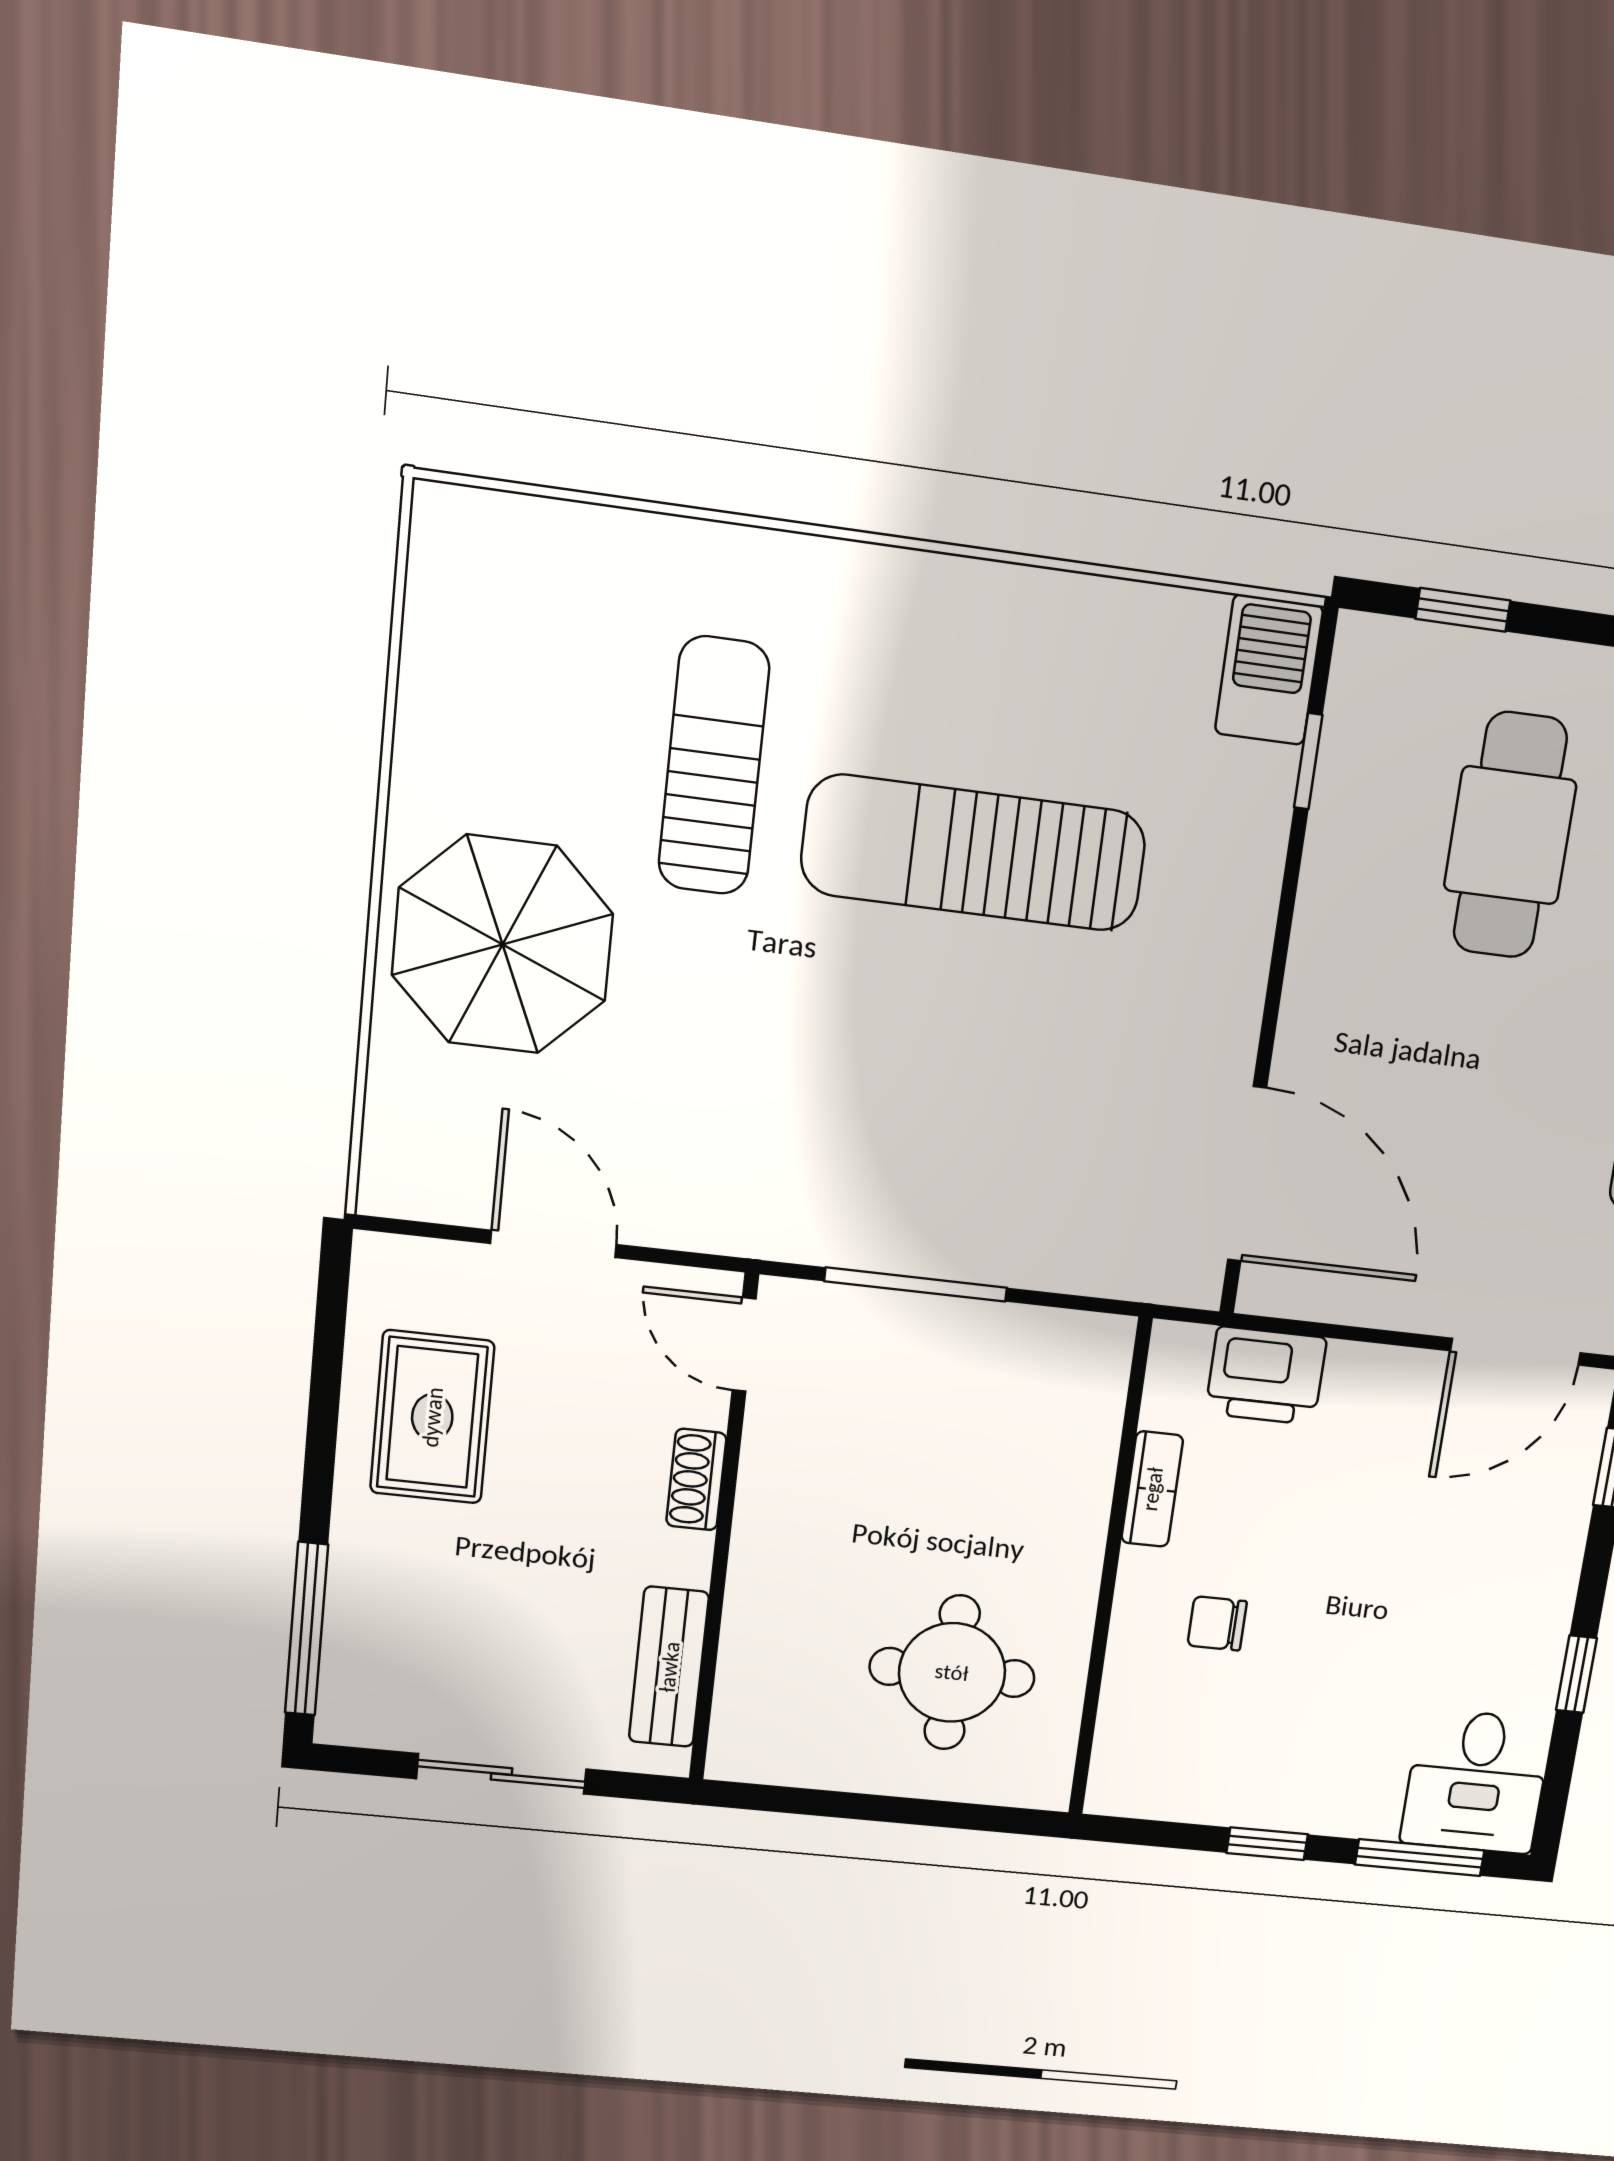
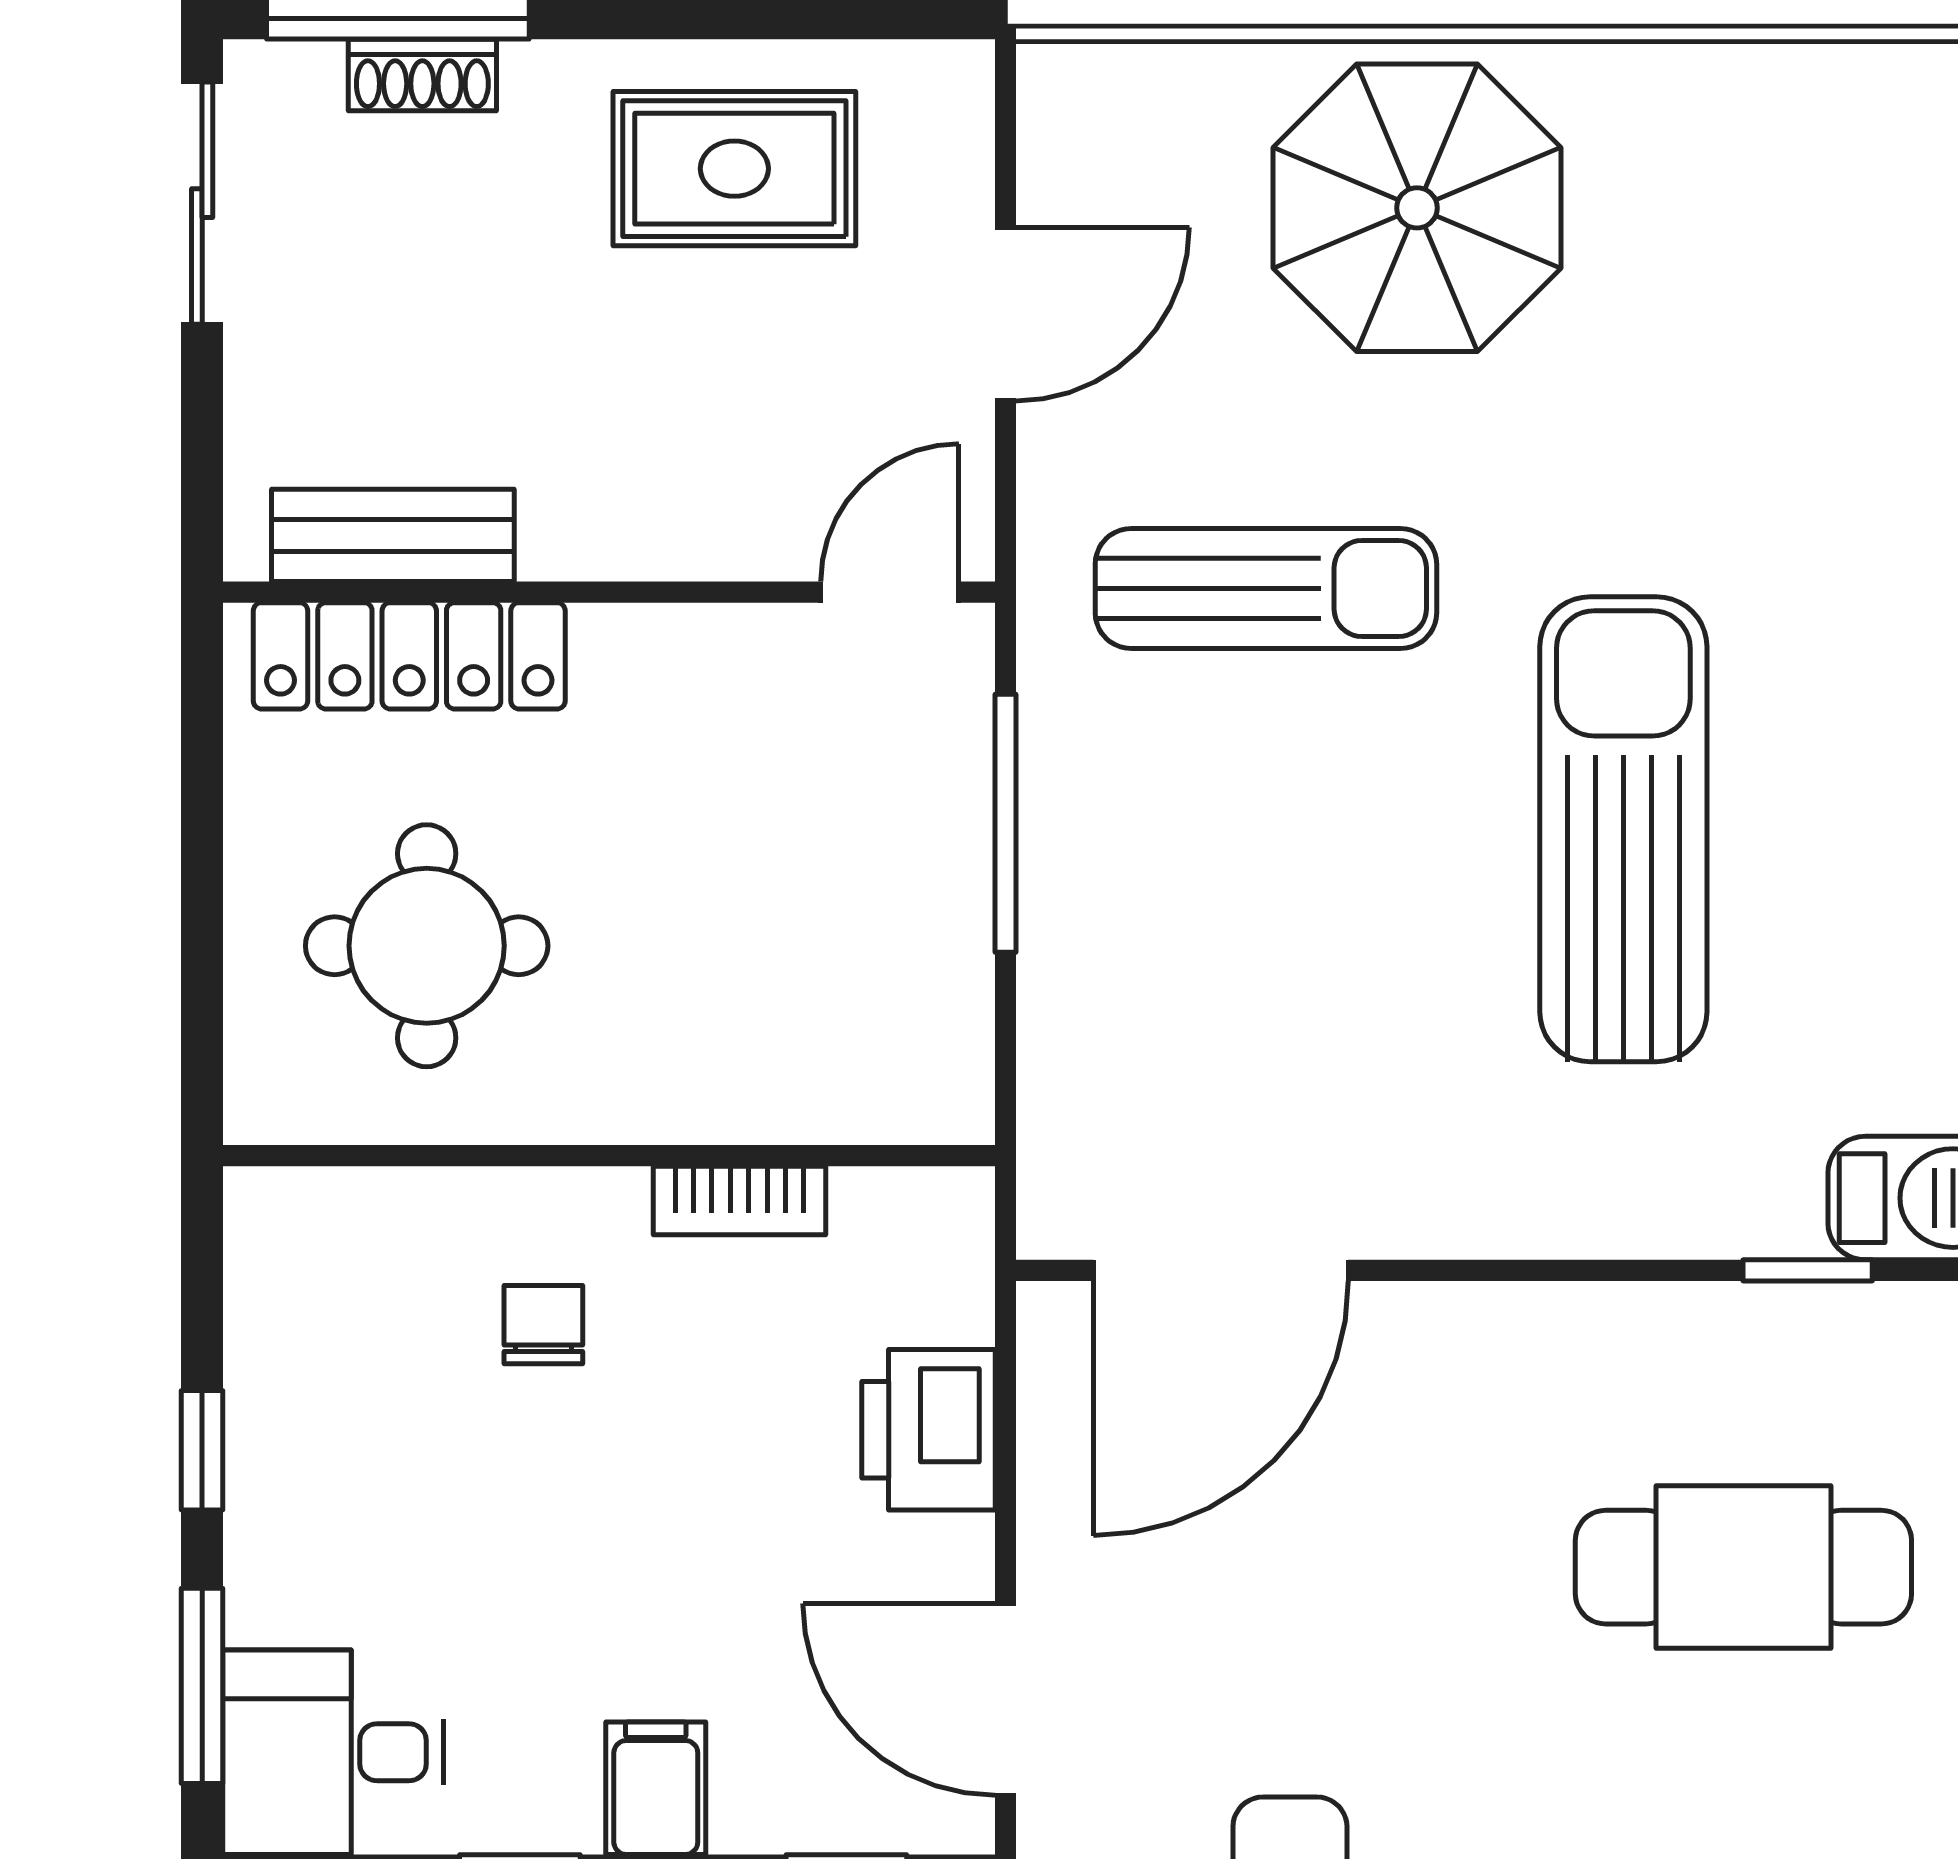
sun lounger: (714, 766) -> (1266, 588), moved
printer: (1266, 1376) -> (929, 1430), moved
shoe rack: (696, 1480) -> (422, 75), moved, turned 180
filing cabinet: (1535, 1583) -> (656, 1788), added
locker: (753, 1664) -> (409, 656), added
sliding door: (502, 1774) -> (202, 203), moved

